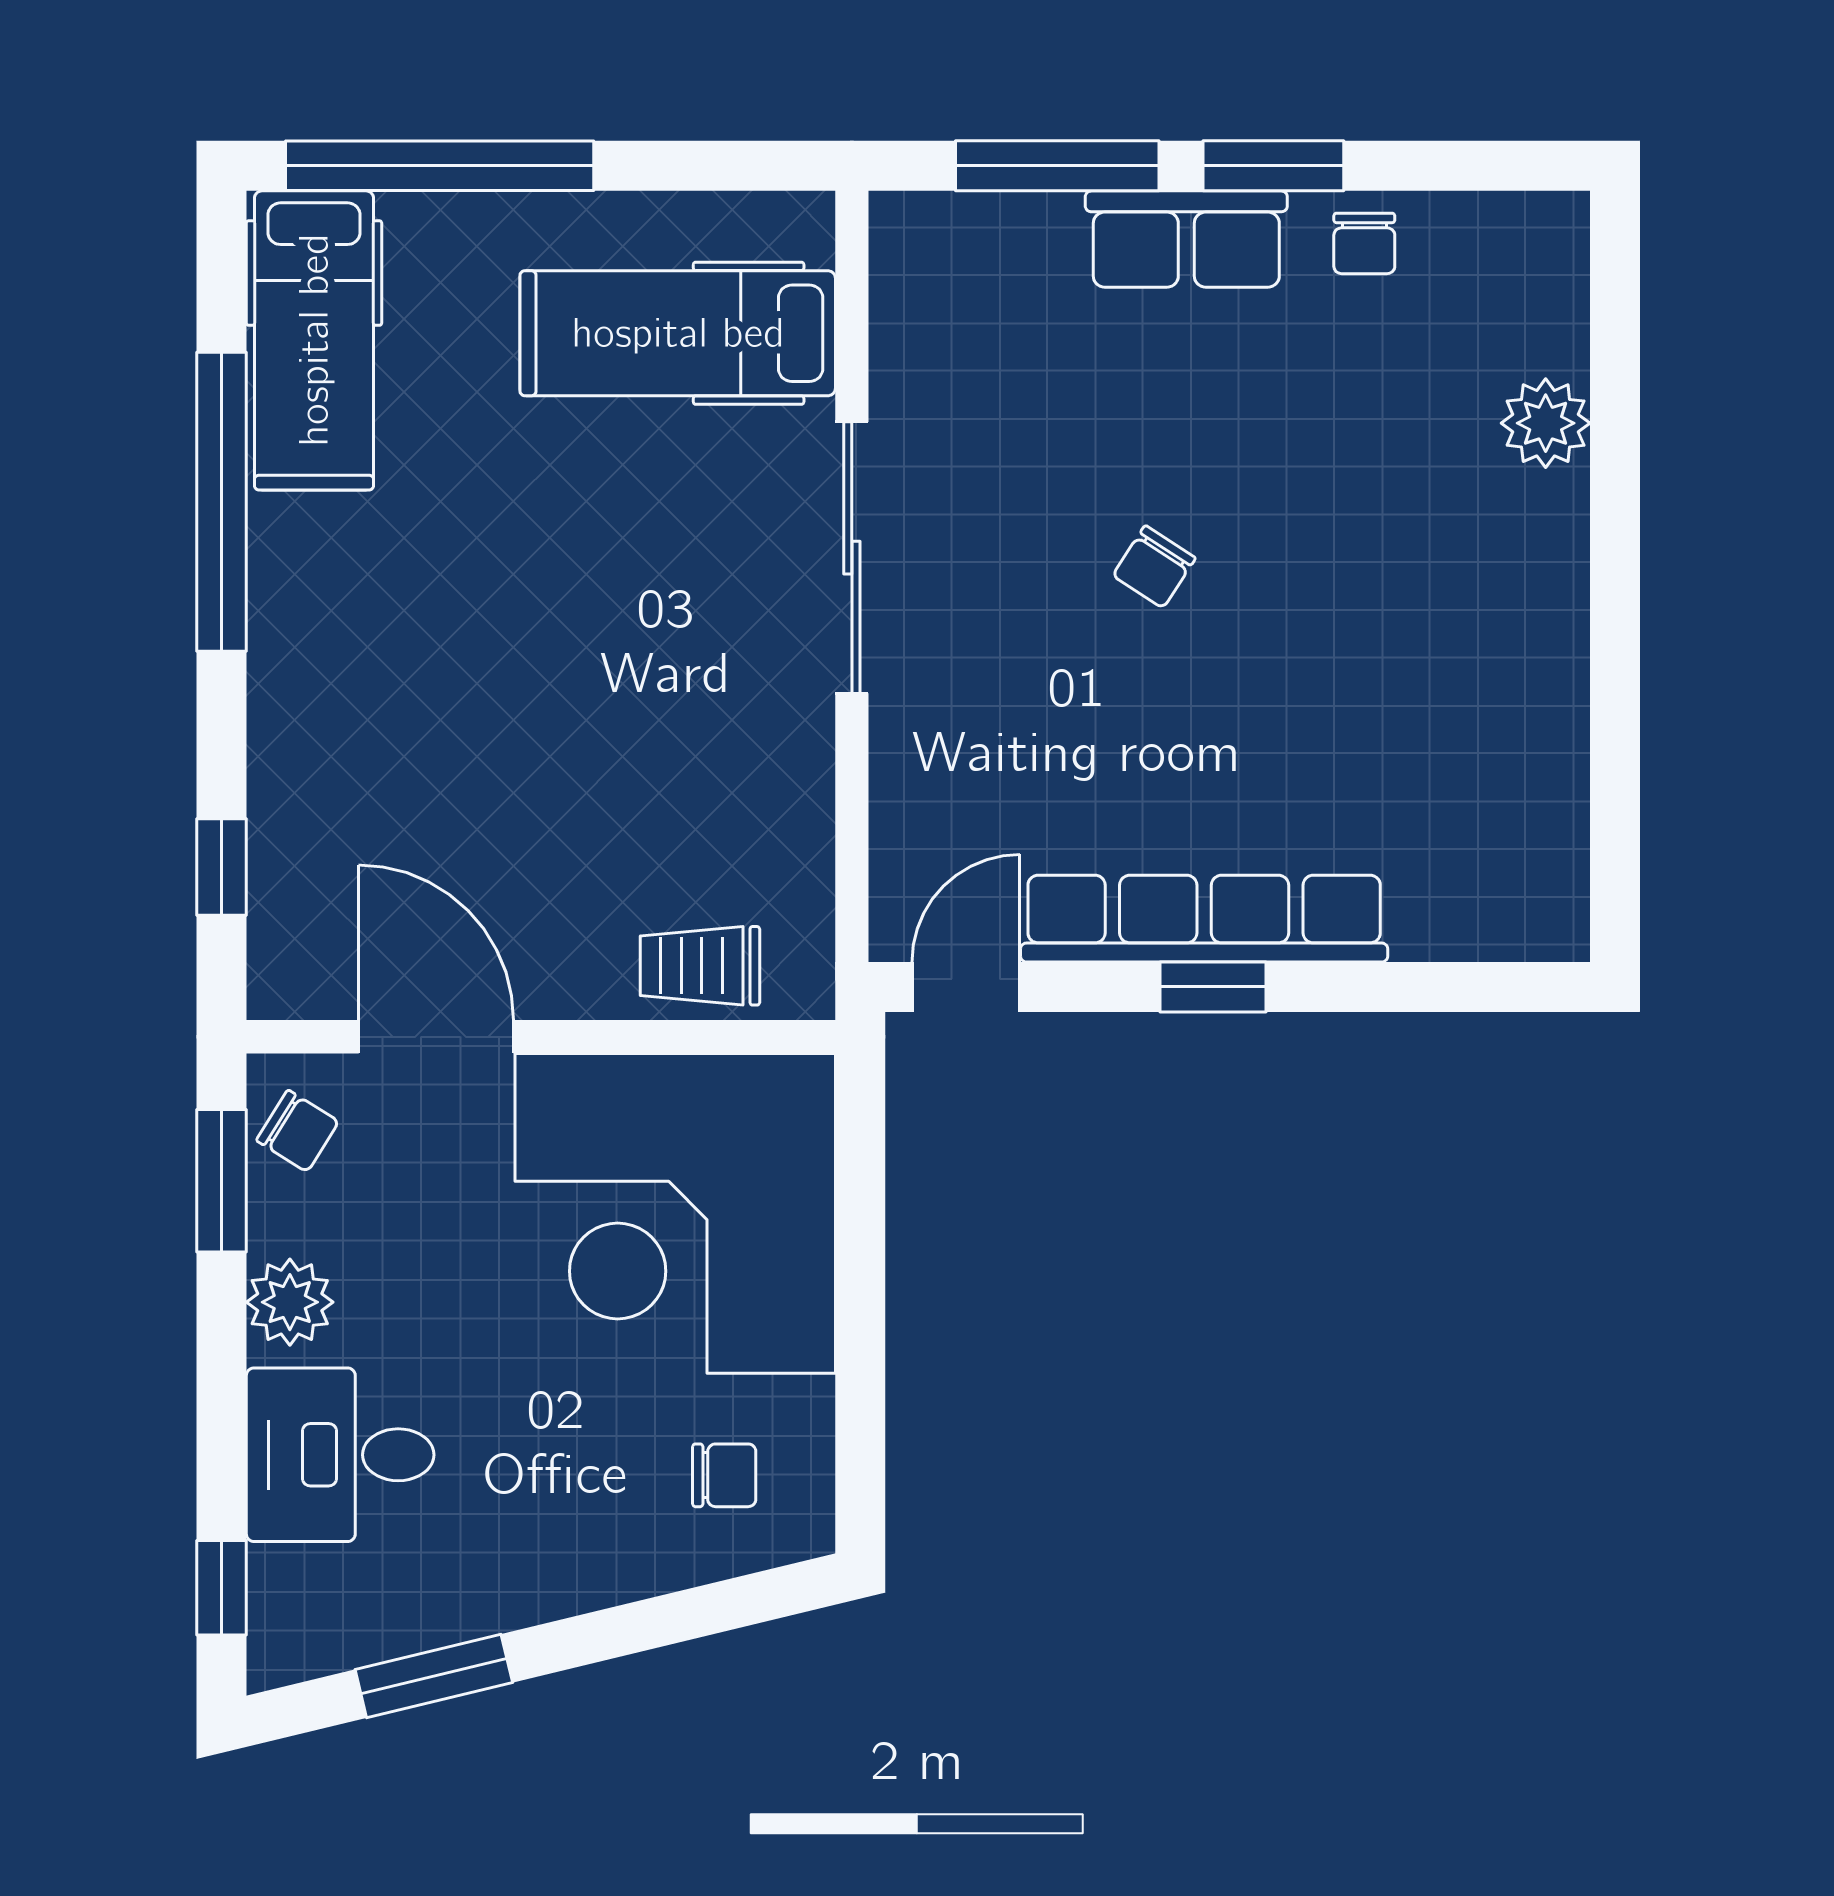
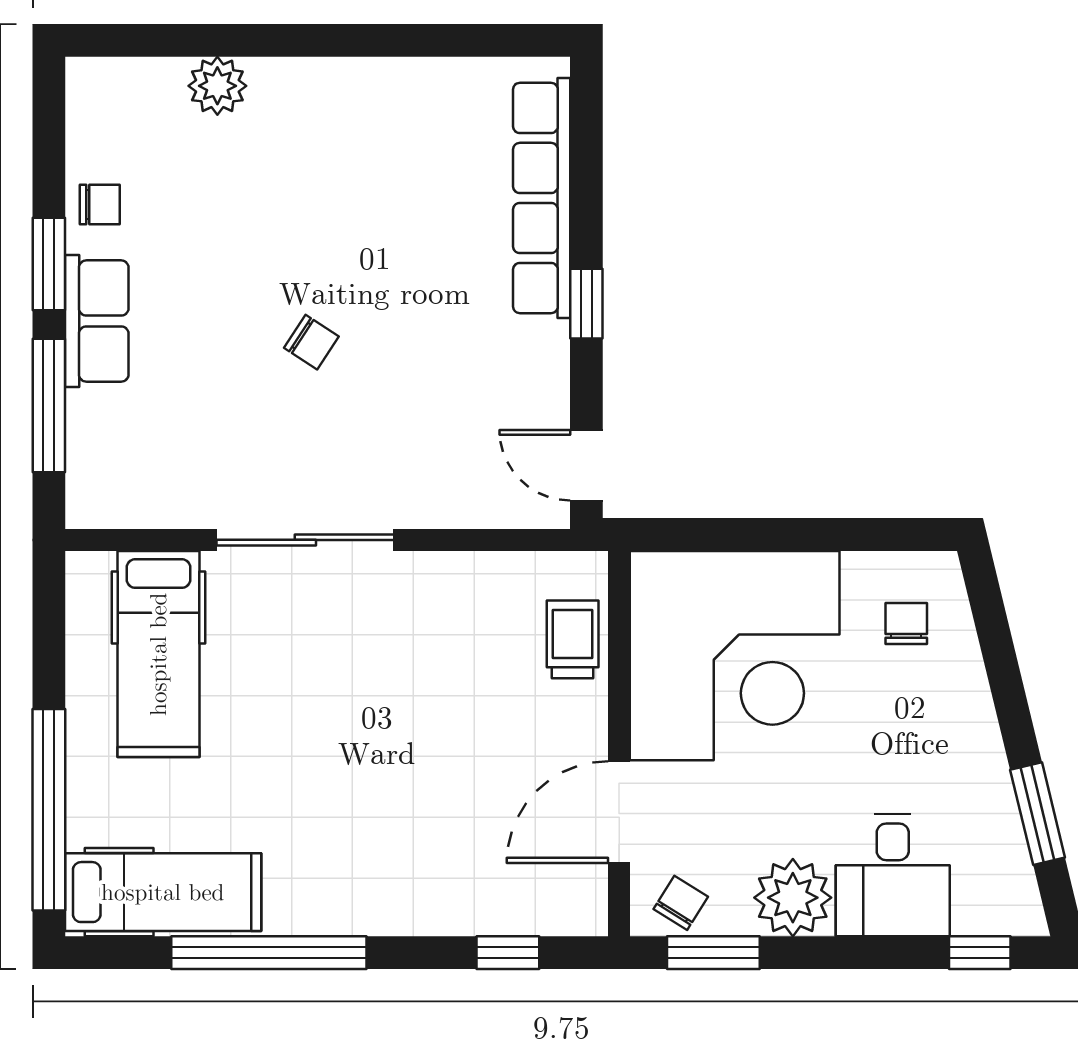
row of seats: (1204, 919) -> (542, 198), moved
trolley: (700, 966) -> (573, 639), turned 180
plant: (290, 1302) -> (793, 898), width x1.36, depth x1.36

